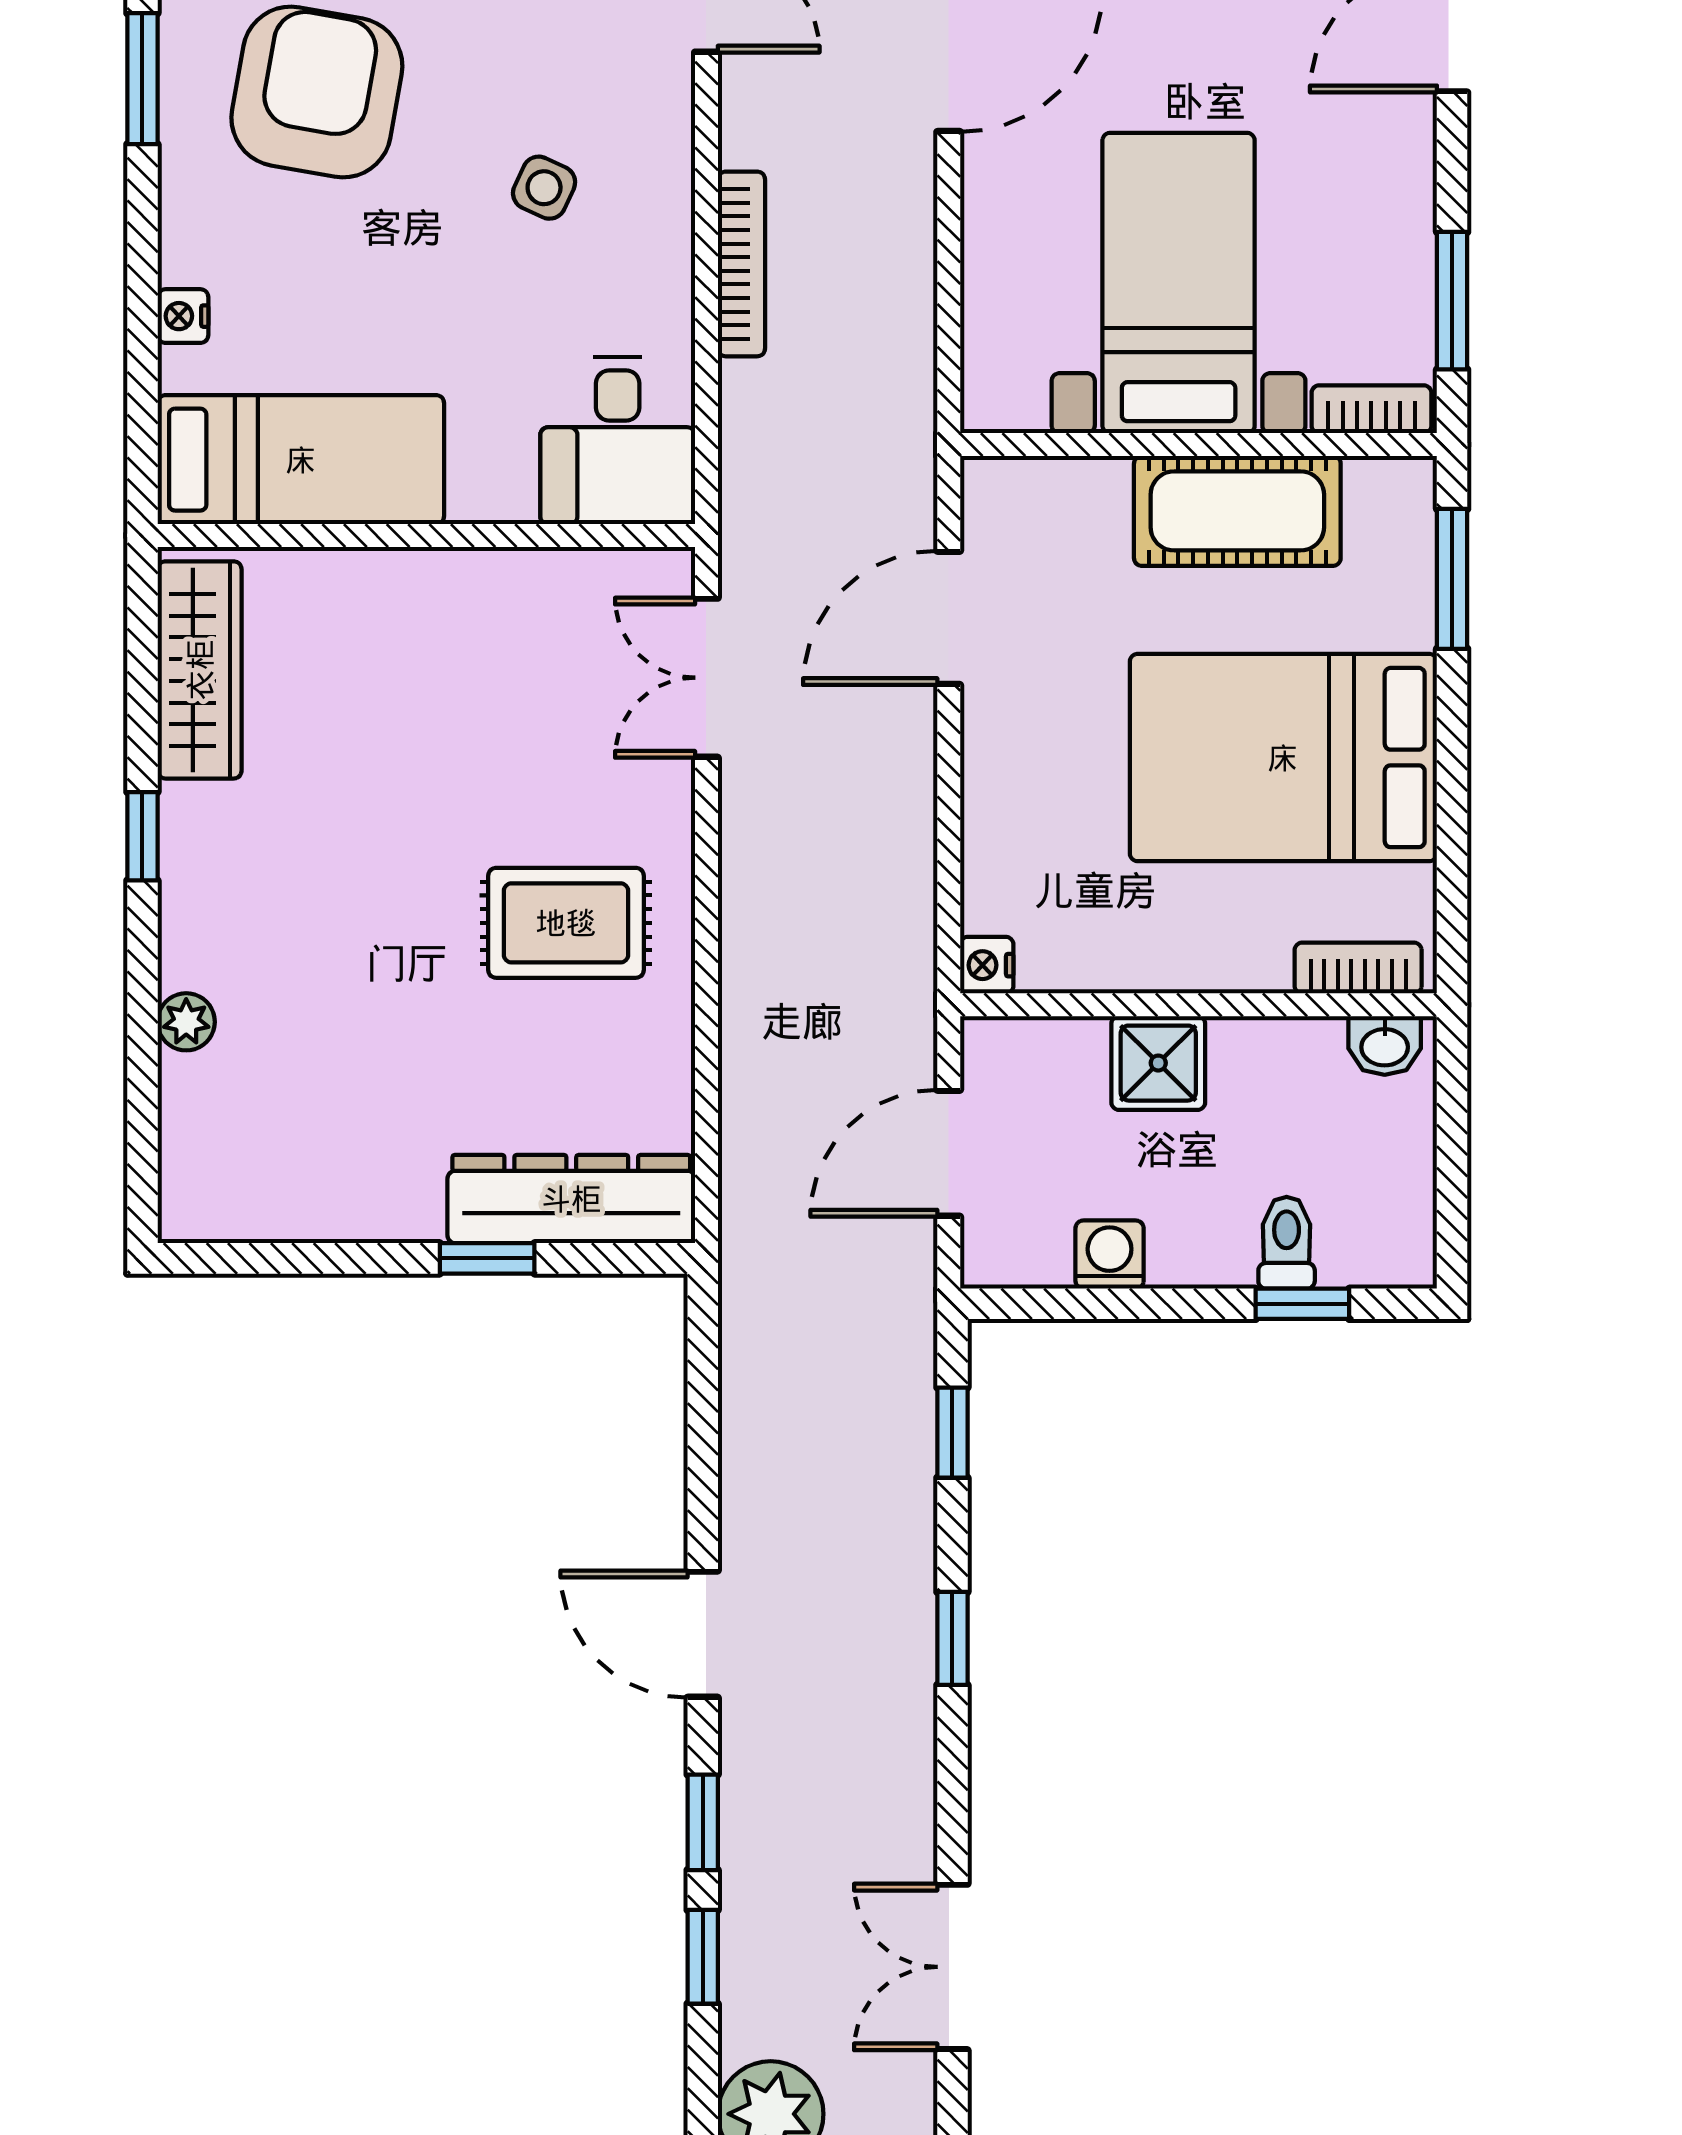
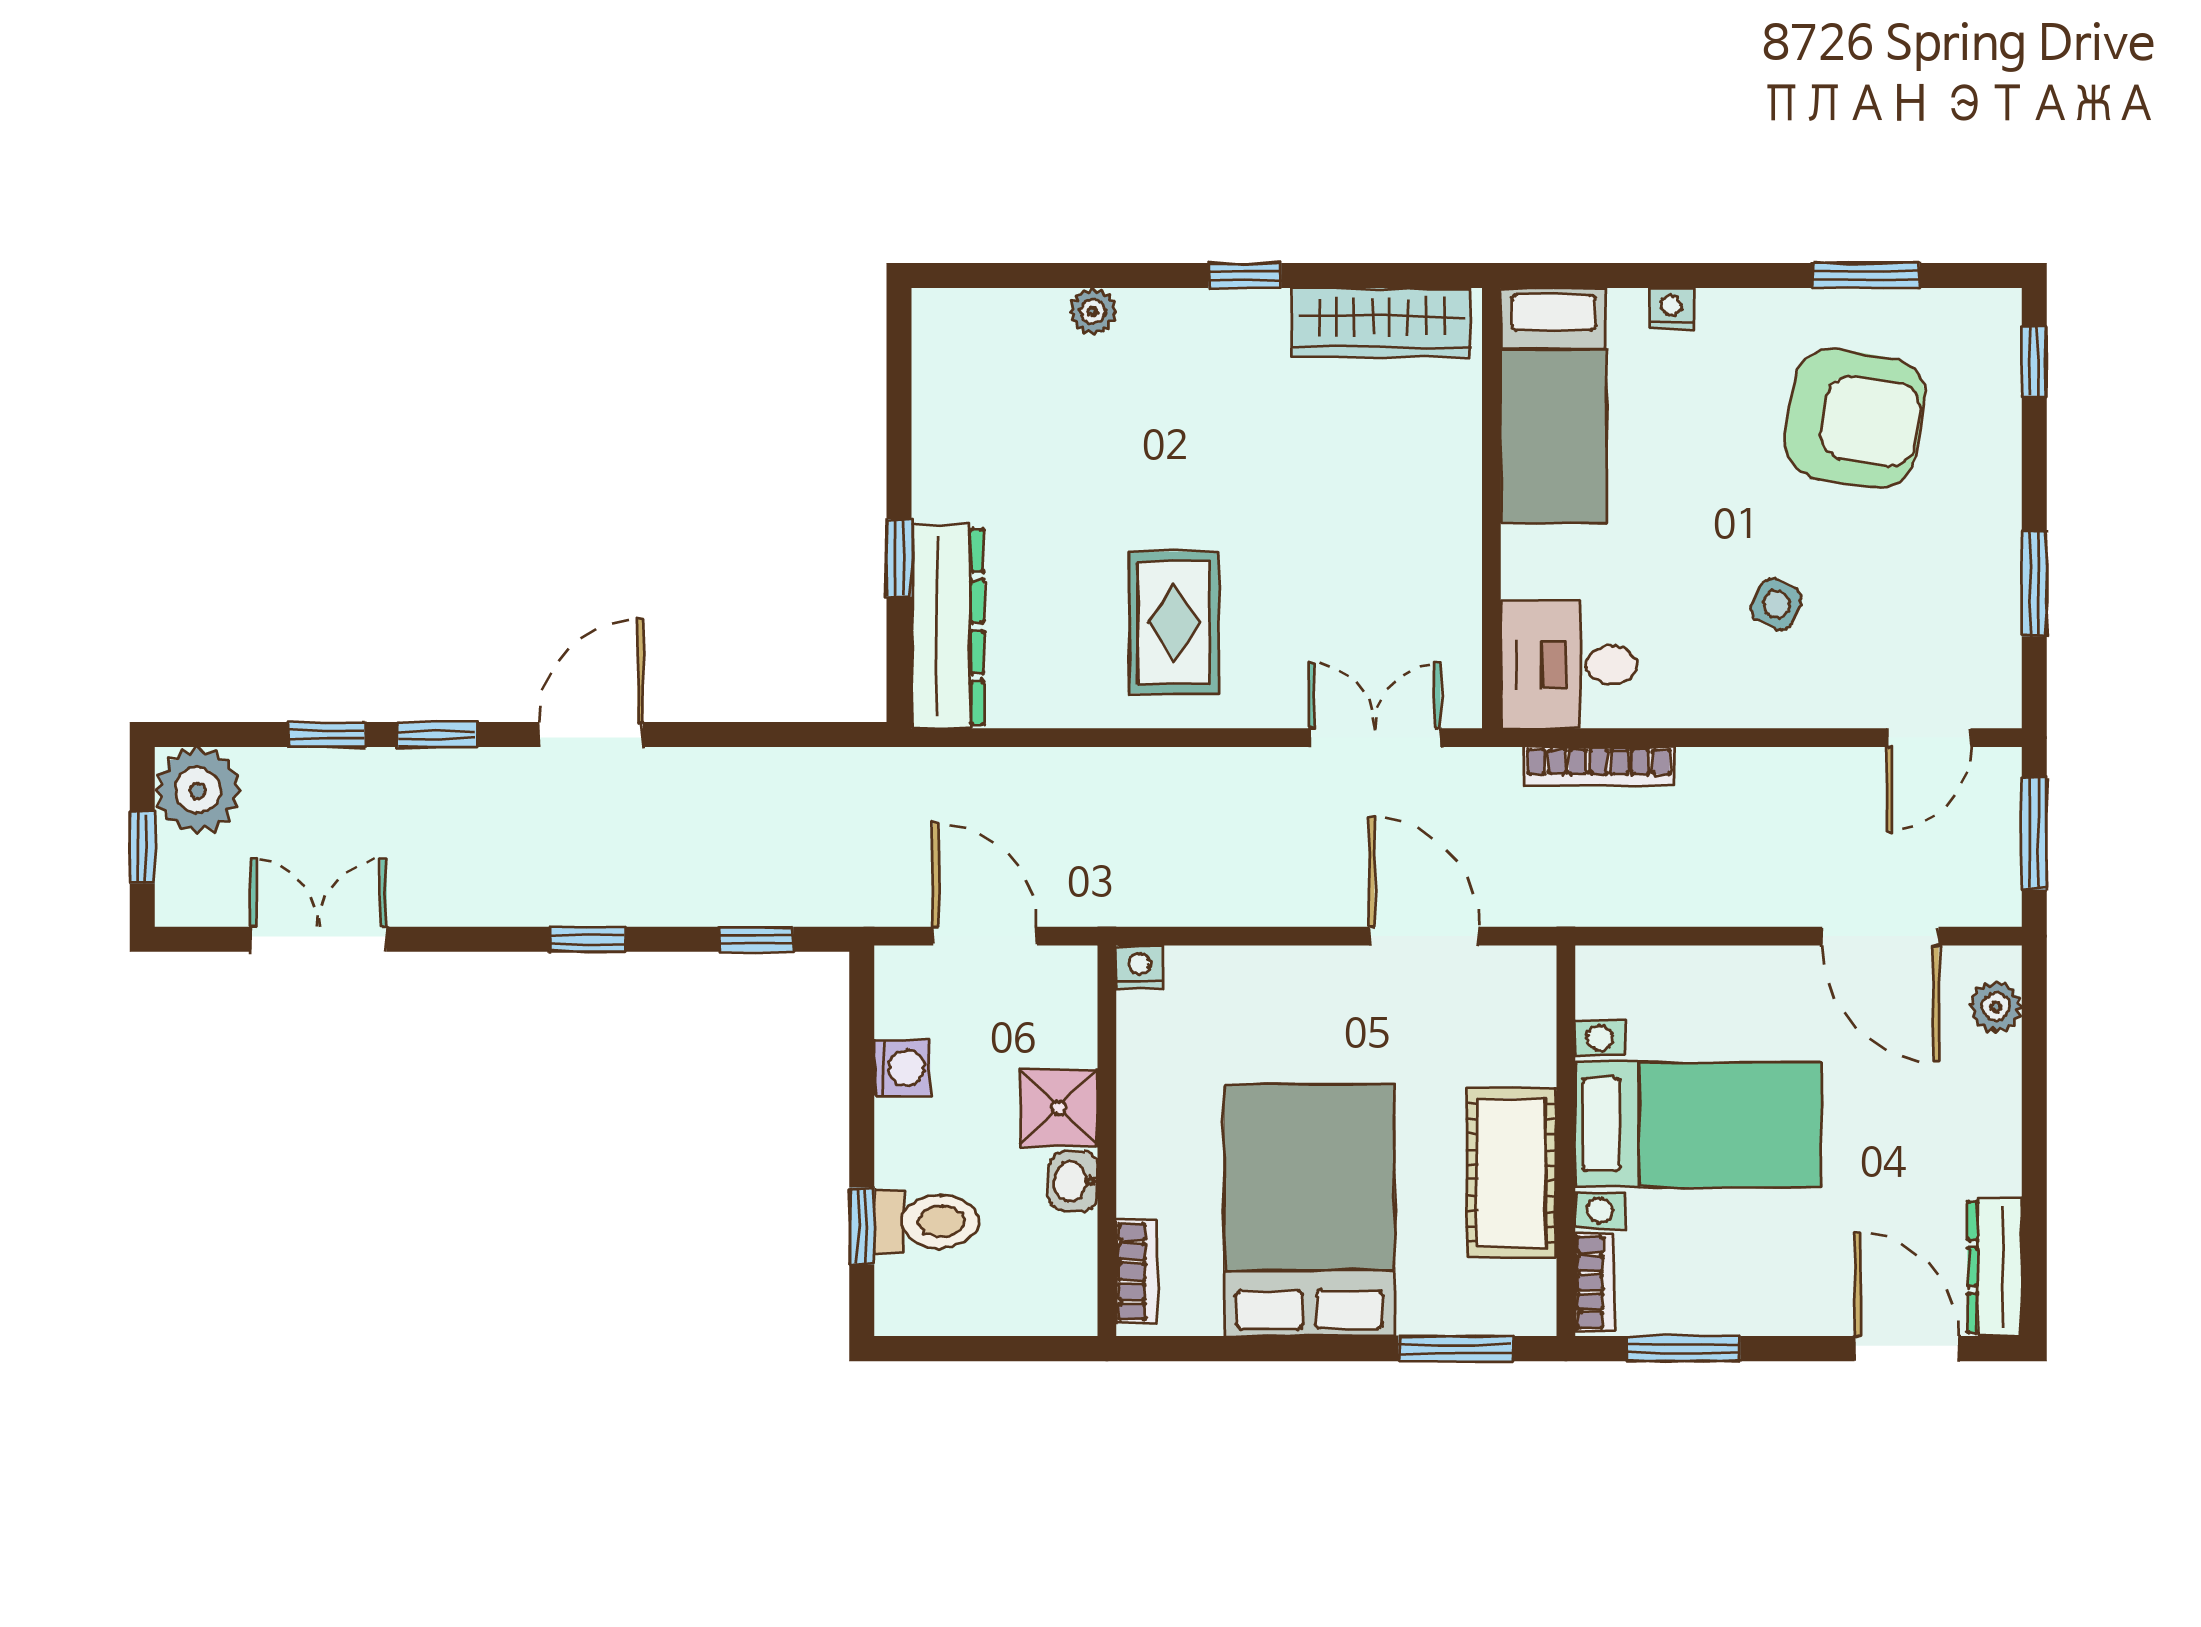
bookcase: (741, 264) -> (1599, 766), moved
washbasin: (1385, 1045) -> (1073, 1181), moved
toilet: (1287, 1243) -> (926, 1222), width x1.37, depth x1.39

